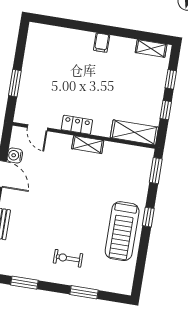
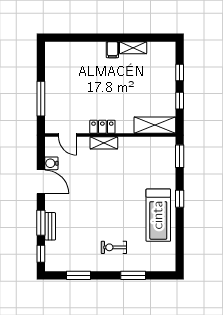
shelving: (151, 48) -> (133, 48), moved
window: (15, 83) -> (41, 99), width x1.44
shelving: (88, 145) -> (104, 143), moved

